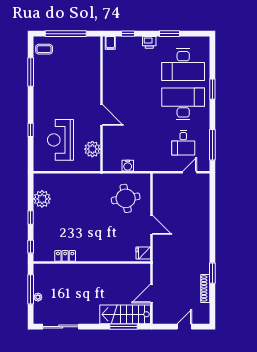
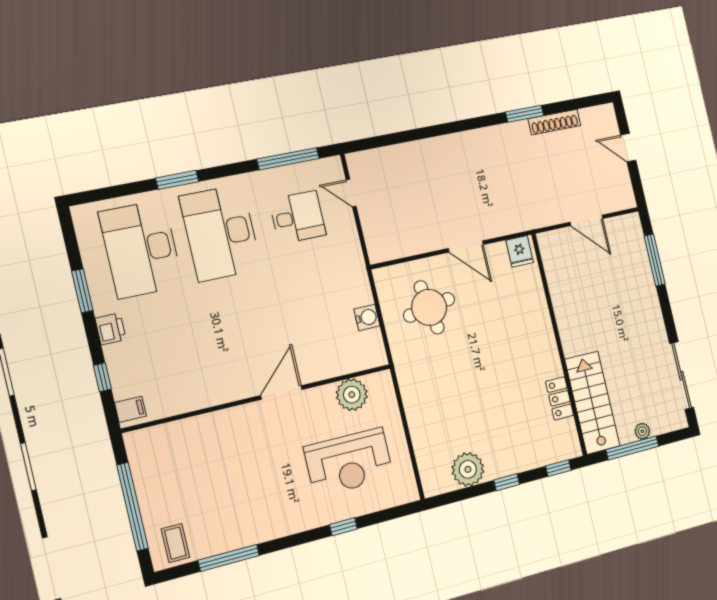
desk: (183, 65) -> (141, 249), turned 180
door: (152, 225) -> (466, 247), swing flipped
stairs: (125, 314) -> (592, 403), moved, turned 180

